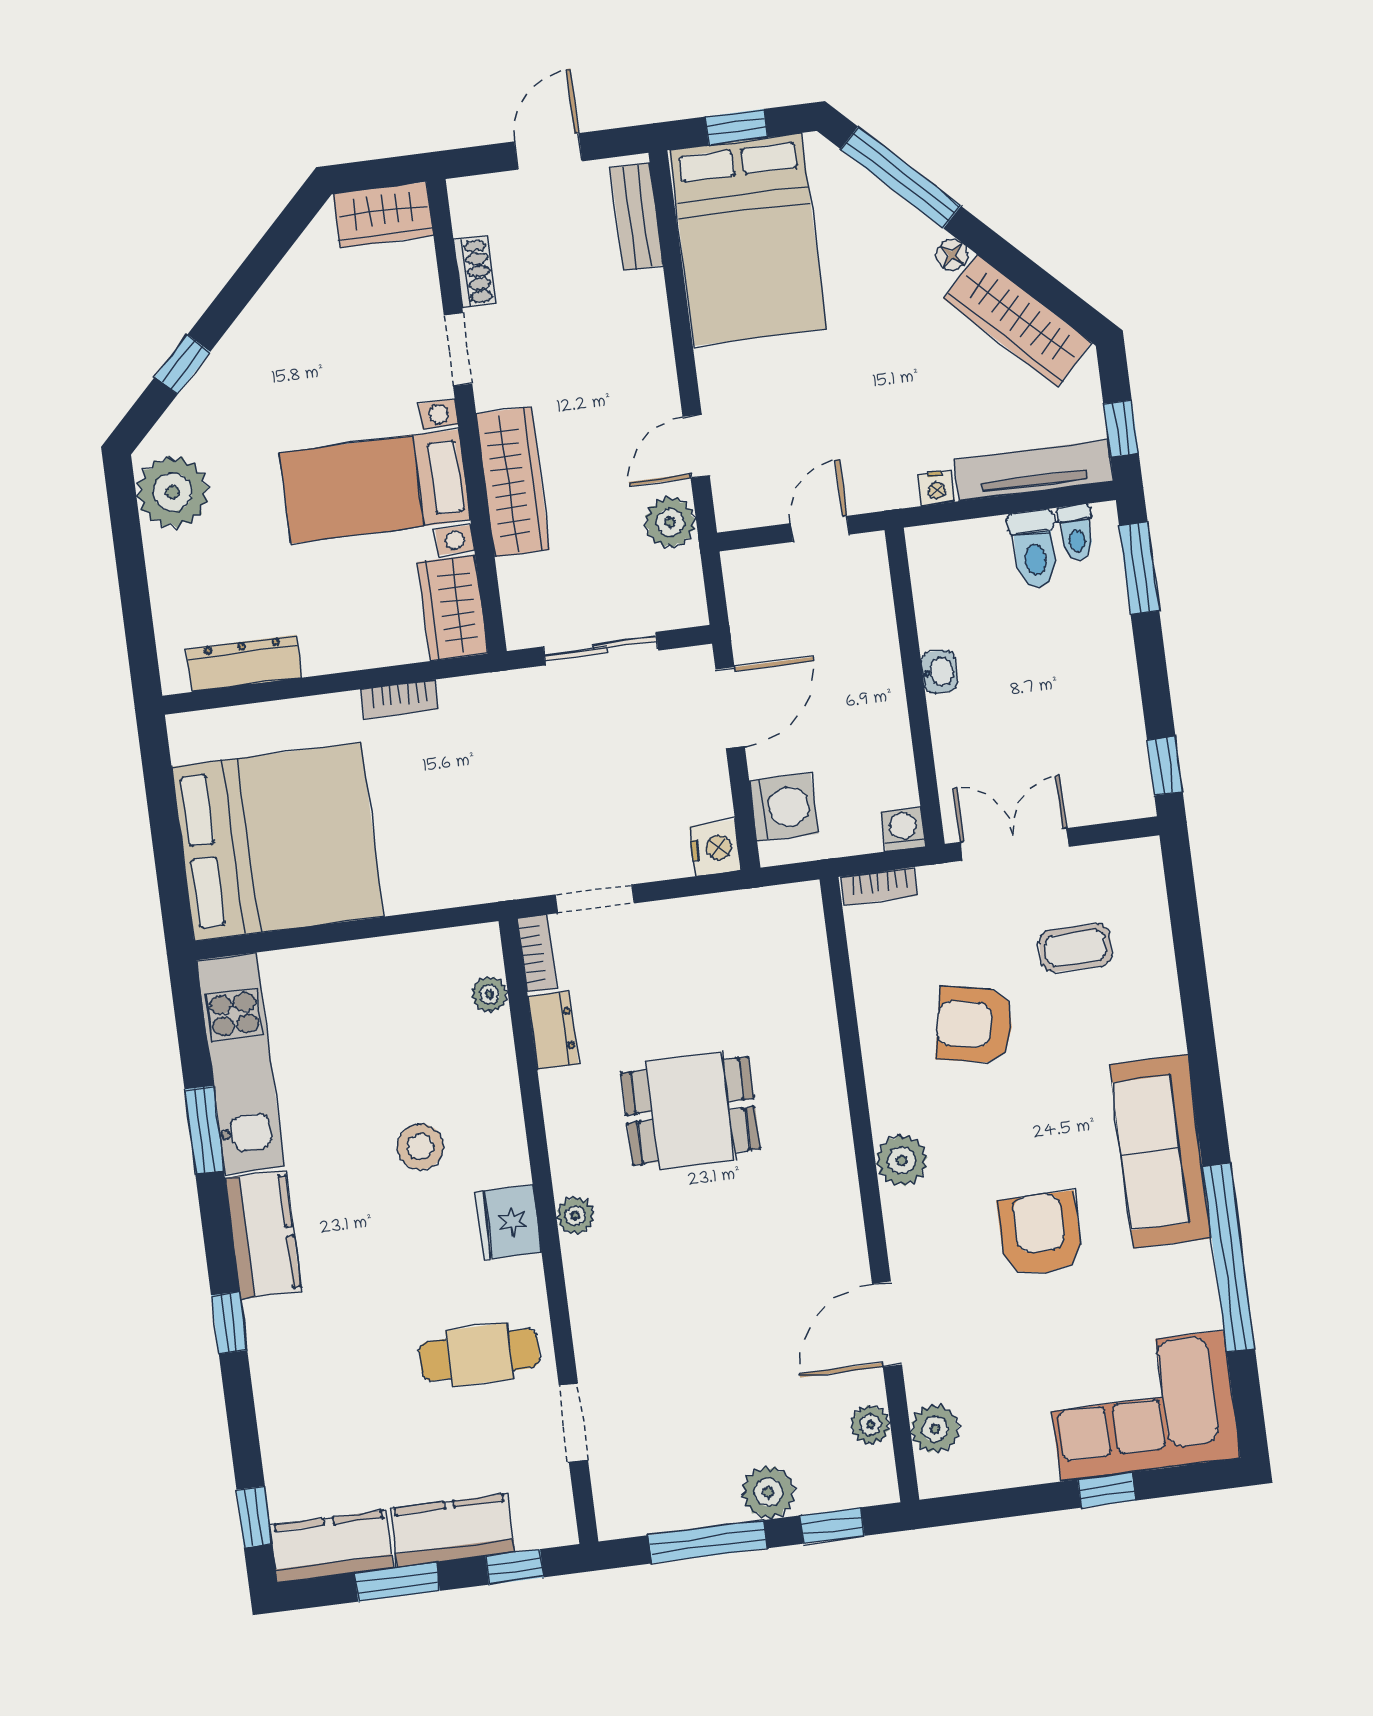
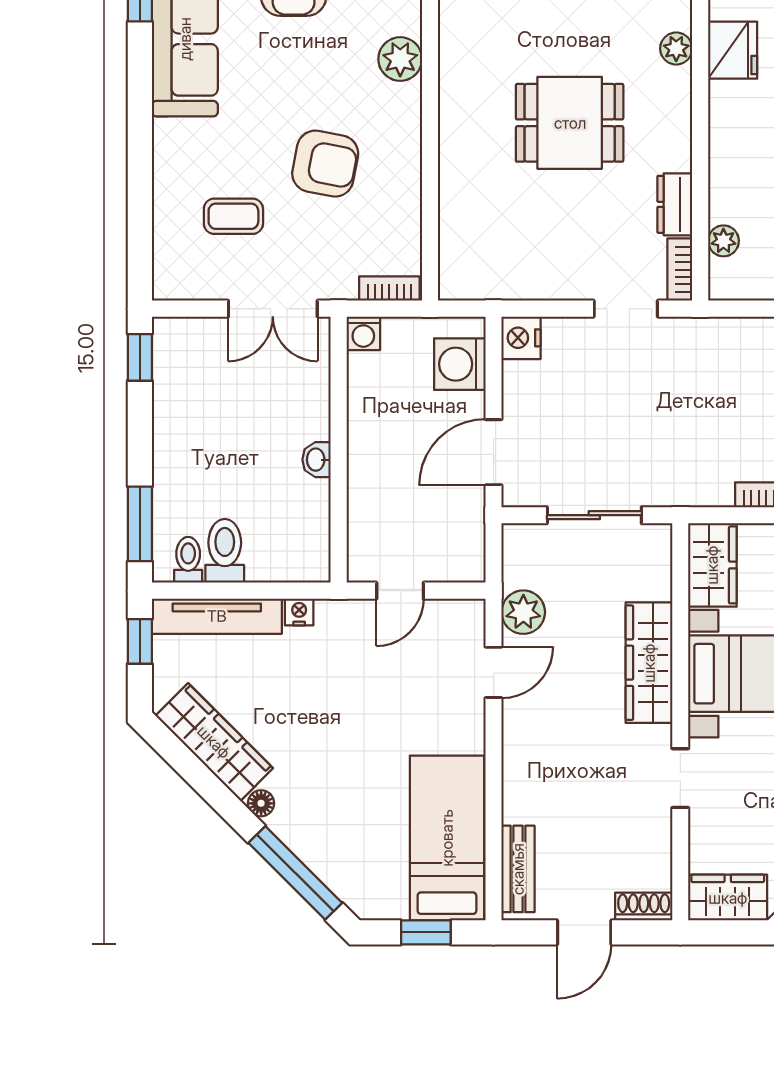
bed: (748, 239) -> (447, 838), width x0.67
shoe rack: (474, 272) -> (644, 907), moved, turned 90

